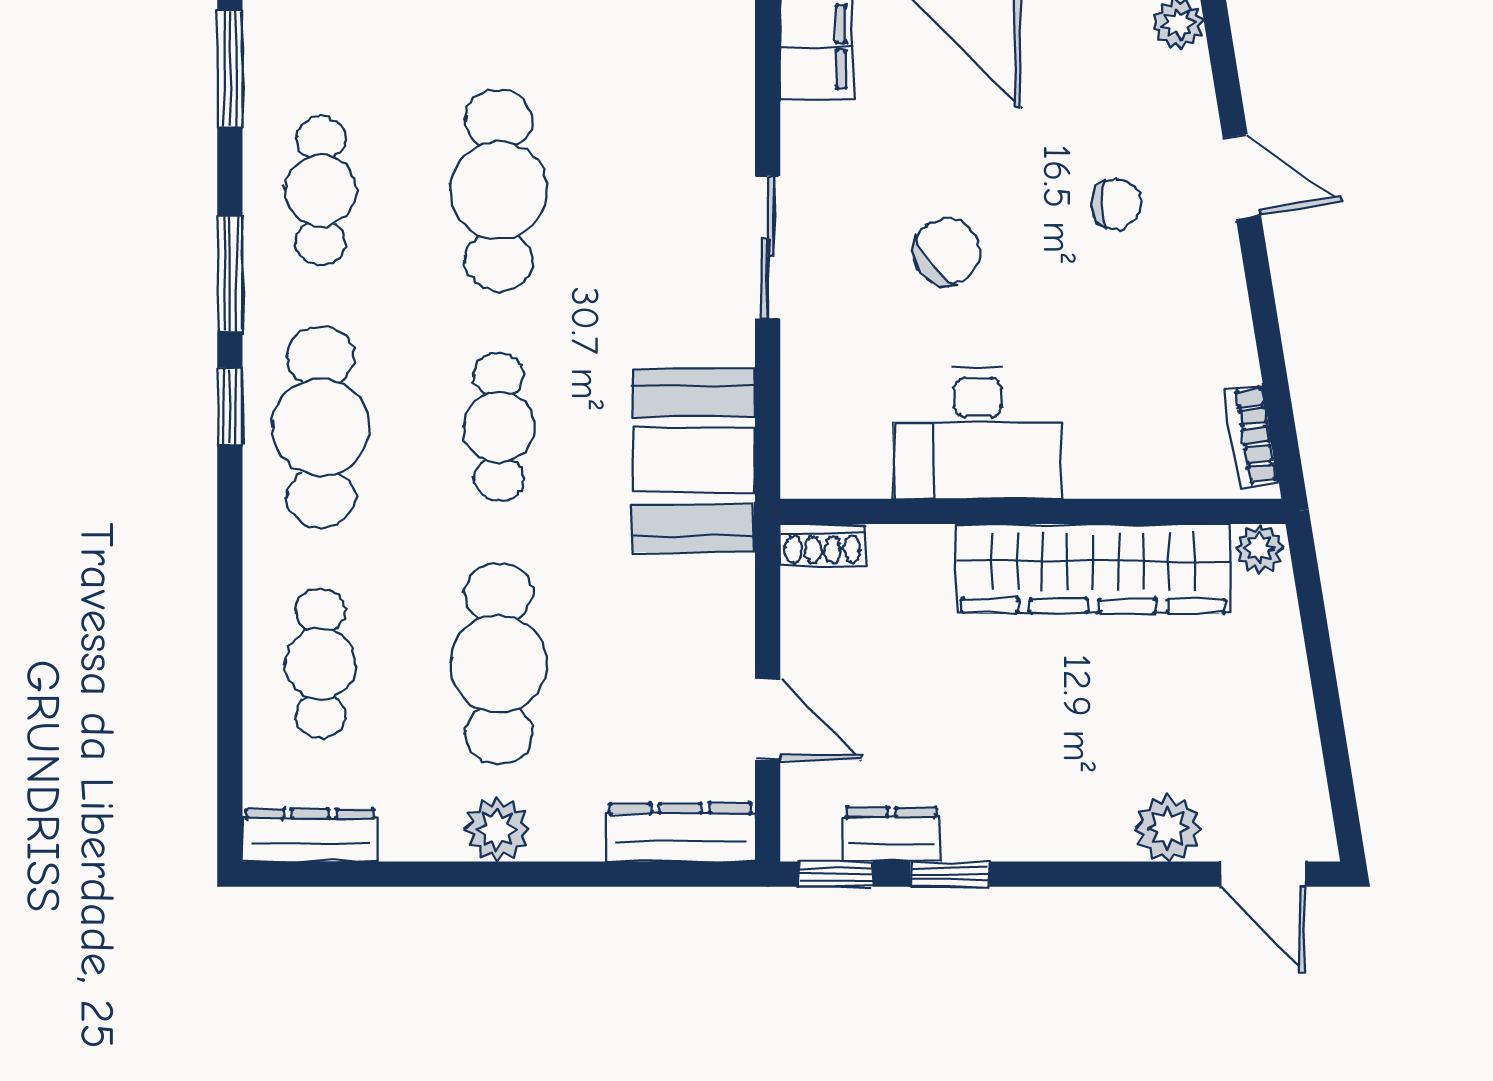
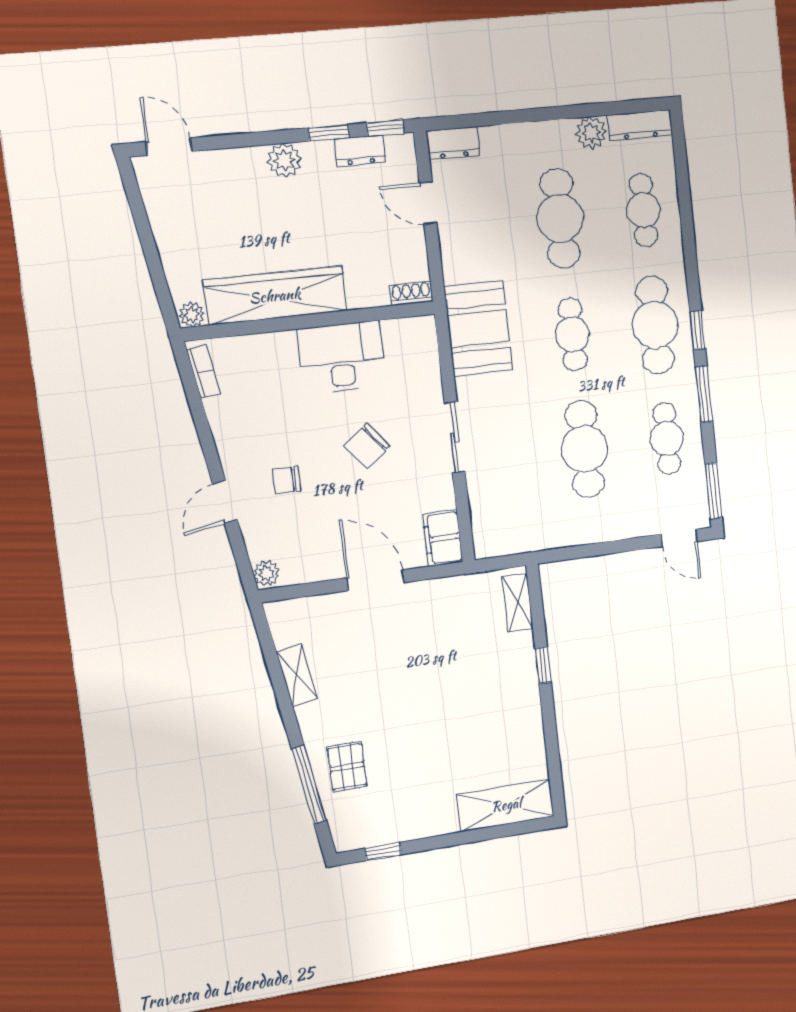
door: (1242, 177) -> (225, 502), hinge flipped
plant: (1168, 828) -> (284, 160), moved
plant: (497, 829) -> (591, 133), moved
dresser: (680, 832) -> (453, 143), width x0.70

